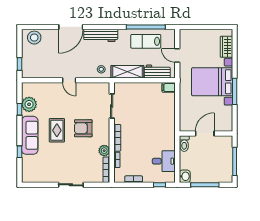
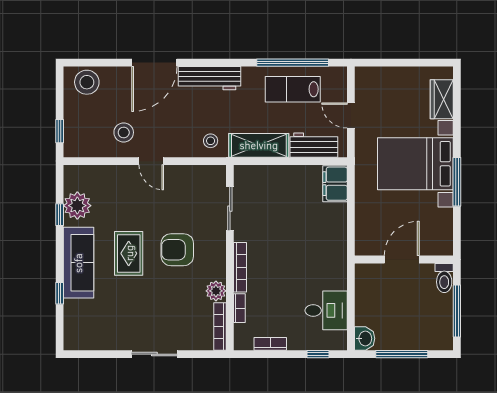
stool: (54, 65) -> (124, 132), added
filing cabinet: (169, 88) -> (335, 184), width x2.00
toilet: (184, 144) -> (444, 278), moved

